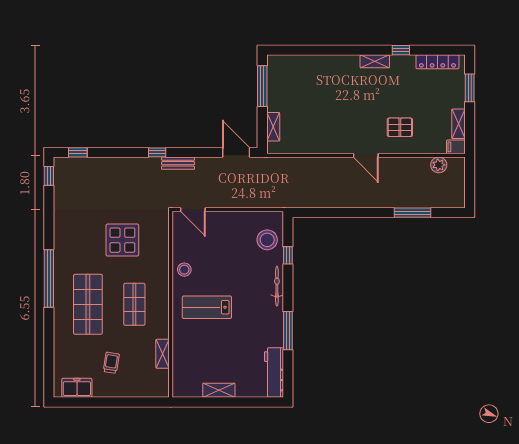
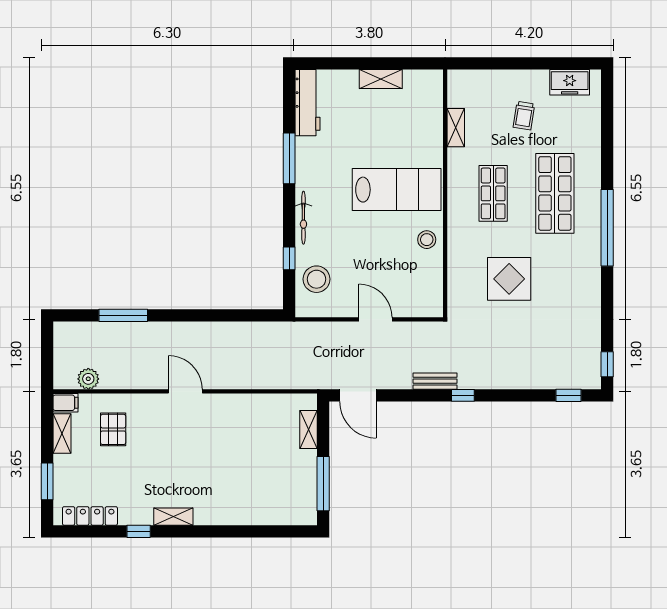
pallet: (400, 127) -> (113, 429), moved, turned 90
door: (193, 210) -> (375, 319), moved
lab bench: (207, 307) -> (397, 190), width x1.36, depth x1.39

